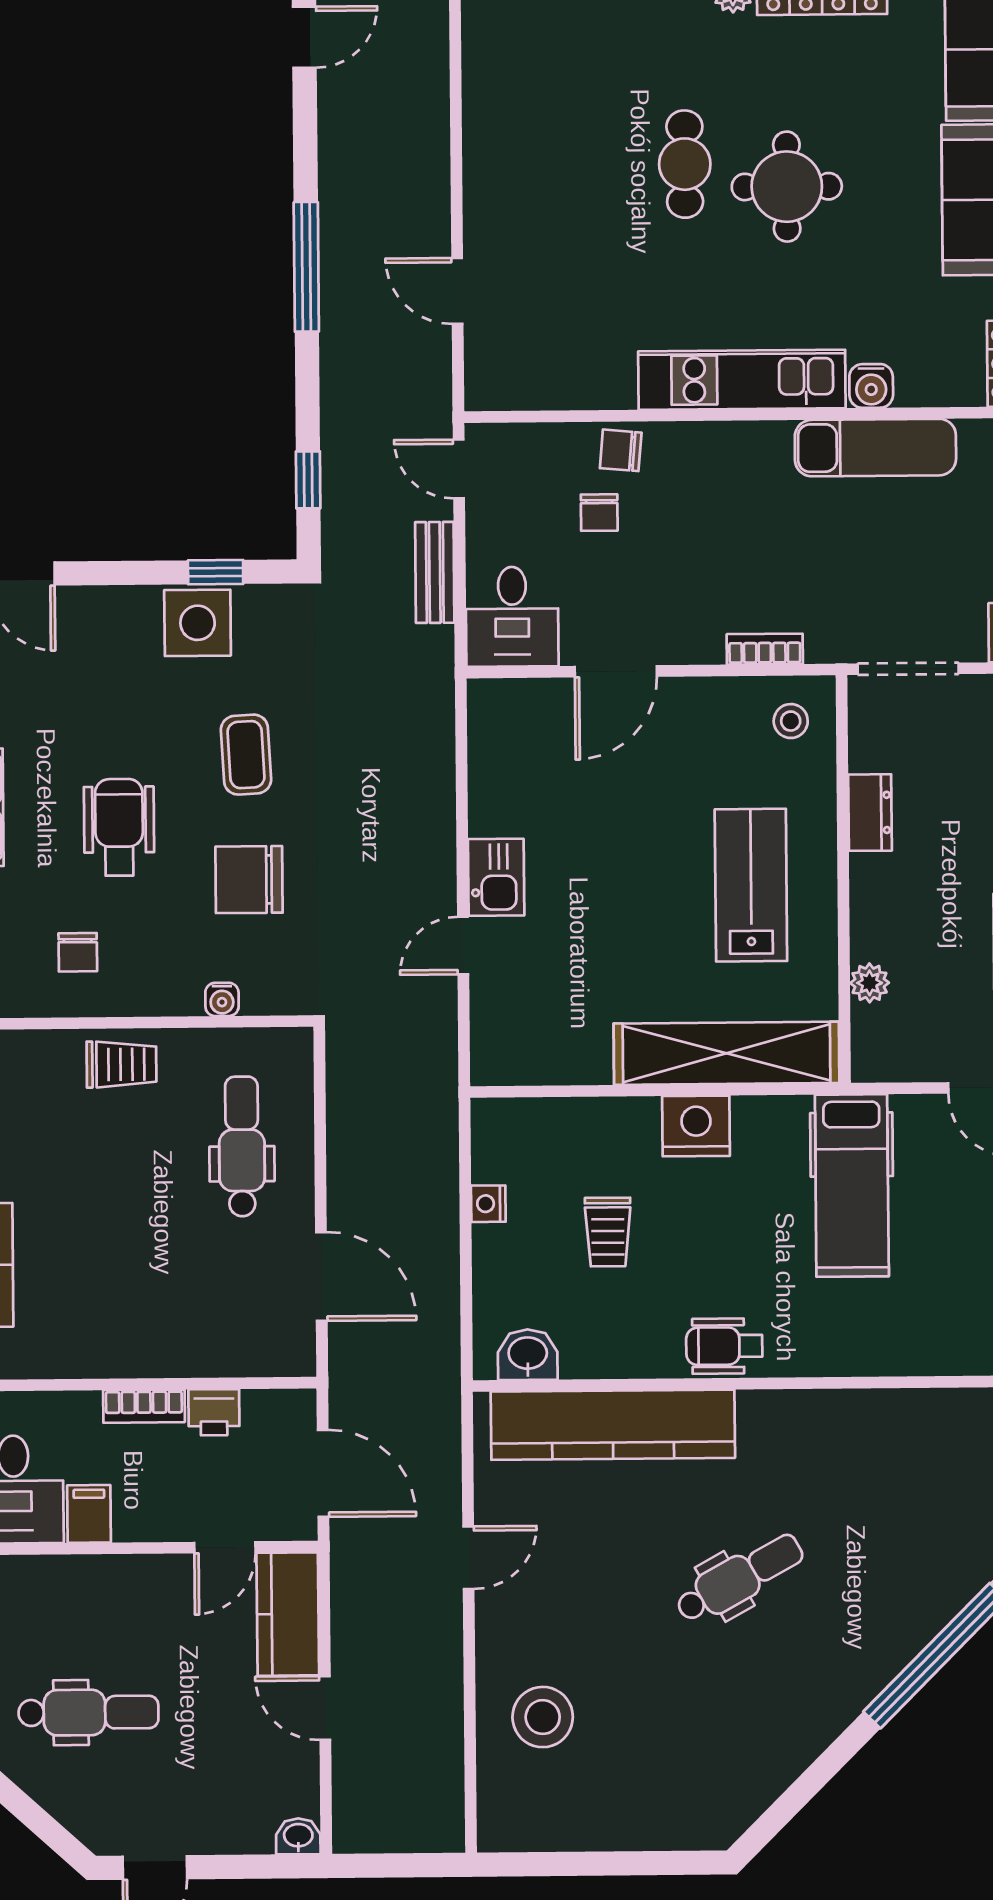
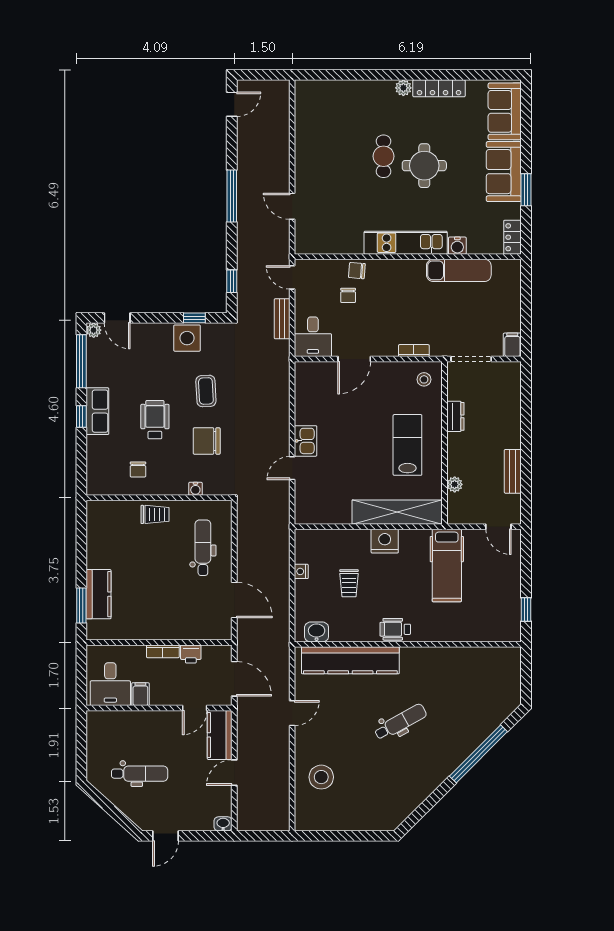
door: (325, 1708) -> (234, 773), hinge flipped

